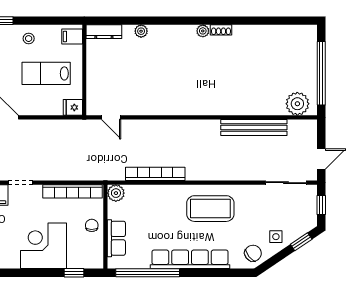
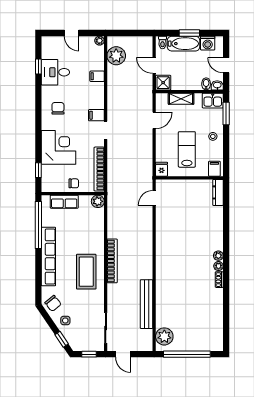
plant: (141, 31) -> (218, 256), moved
bookcase: (155, 174) -> (112, 261), moved

